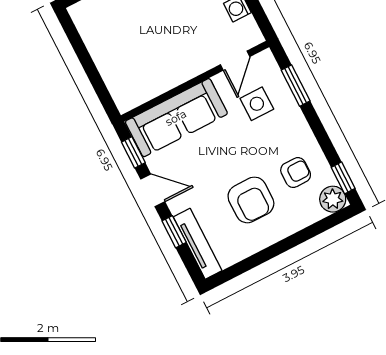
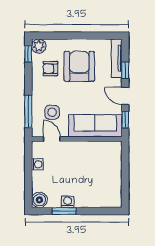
door: (235, 61) -> (52, 139), hinge flipped
window: (296, 86) -> (28, 111), width x1.44
armchair: (251, 200) -> (79, 66), width x1.36, depth x1.36

